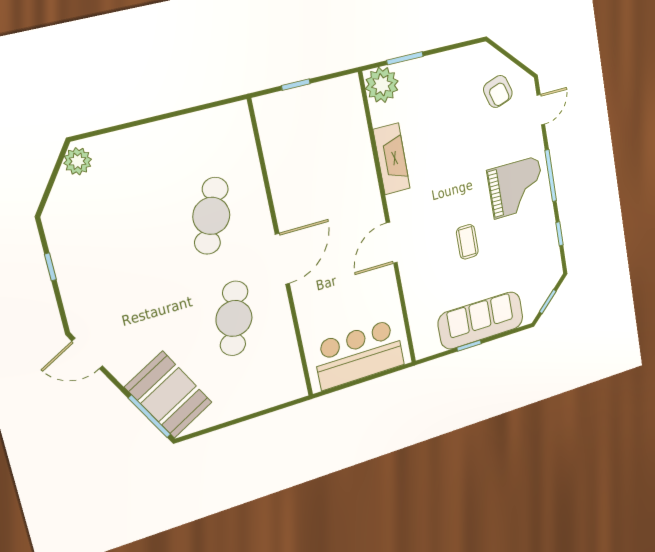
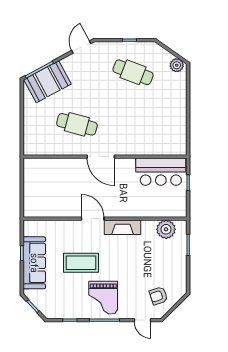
plant: (382, 85) -> (166, 229), moved
fireplace: (392, 159) -> (123, 227), moved
cafe table: (211, 216) -> (133, 72), moved
coffee table: (467, 242) -> (81, 263), width x1.86, depth x1.72
bar counter: (359, 354) -> (161, 172), moved, turned 90

